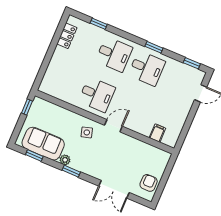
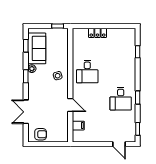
locker: (67, 36) -> (97, 33), moved
desk: (114, 54) -> (121, 72), removed
door: (113, 126) -> (70, 105), moved

